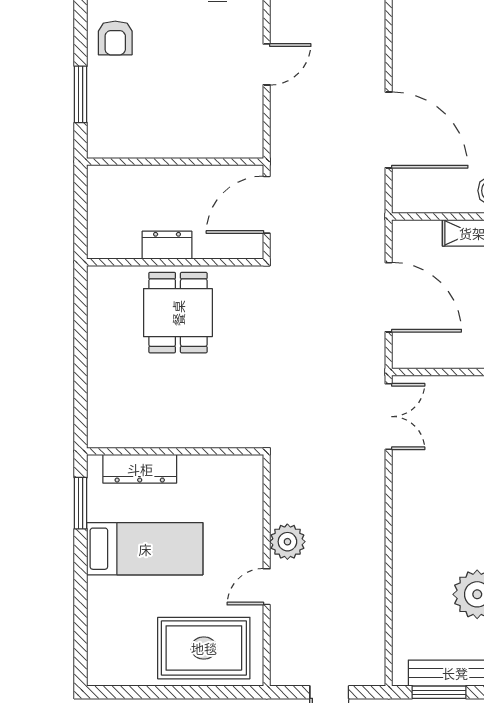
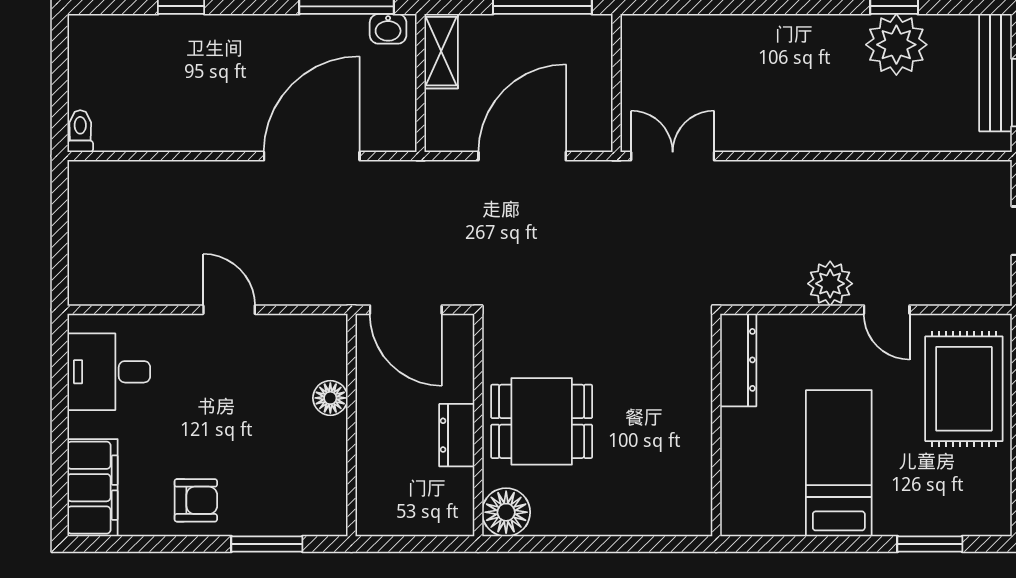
floor lamp: (197, 145) -> (330, 398), added
floor lamp: (106, 284) -> (506, 512), added
dresser: (140, 469) -> (738, 360), moved
window: (81, 503) -> (930, 544), moved

